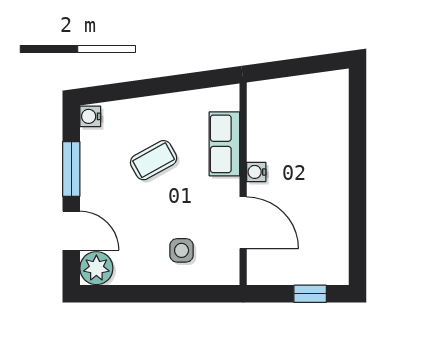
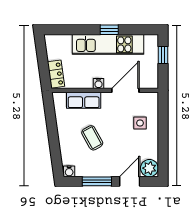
locker: (274, 92) -> (56, 74), added
kitchen unit: (330, 190) -> (108, 44), added
window: (358, 192) -> (109, 30), added

